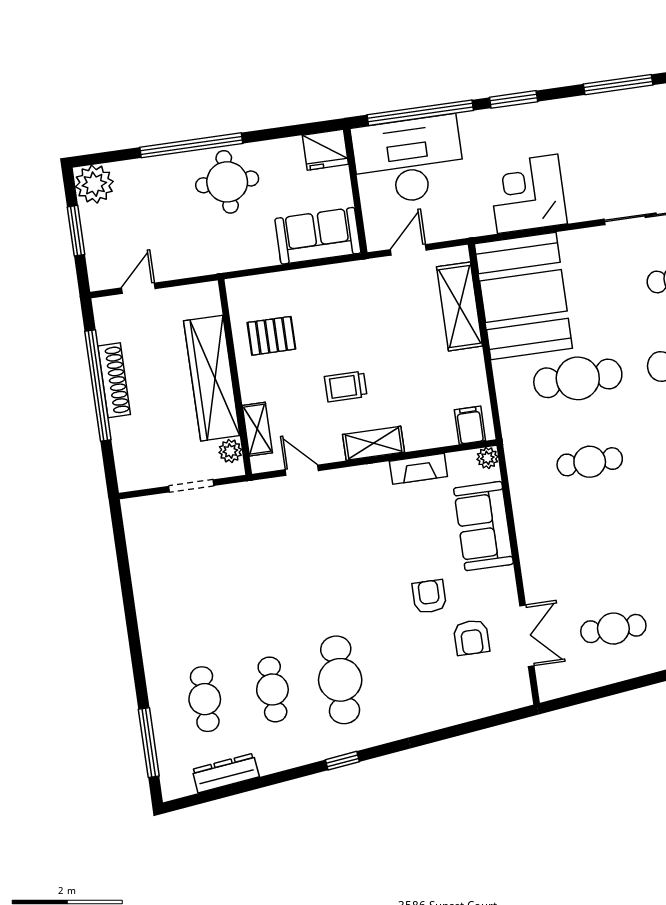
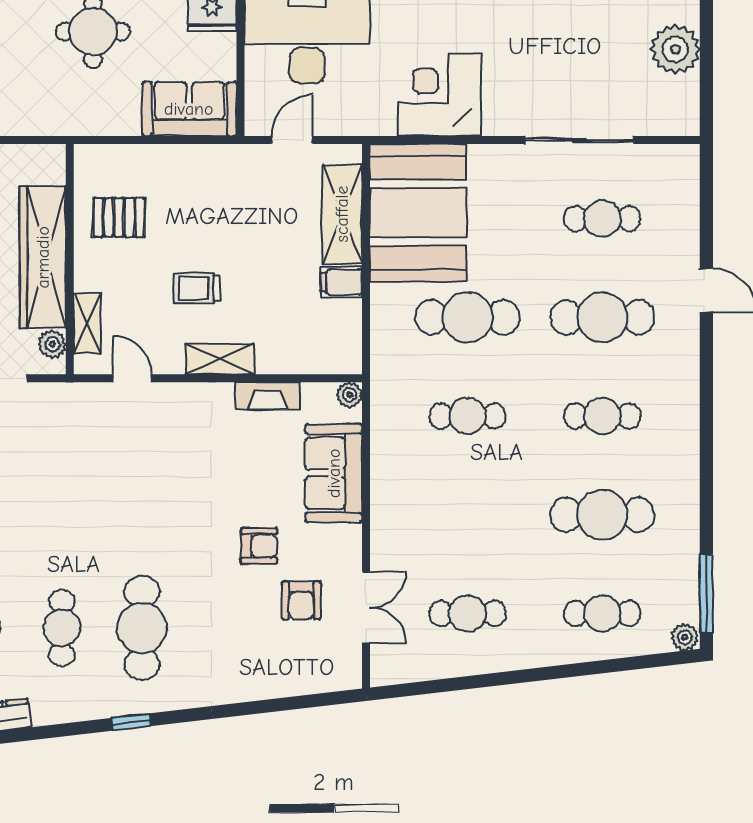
filing cabinet: (470, 425) -> (342, 282), moved, turned -90
armchair: (429, 597) -> (259, 546), turned 90

